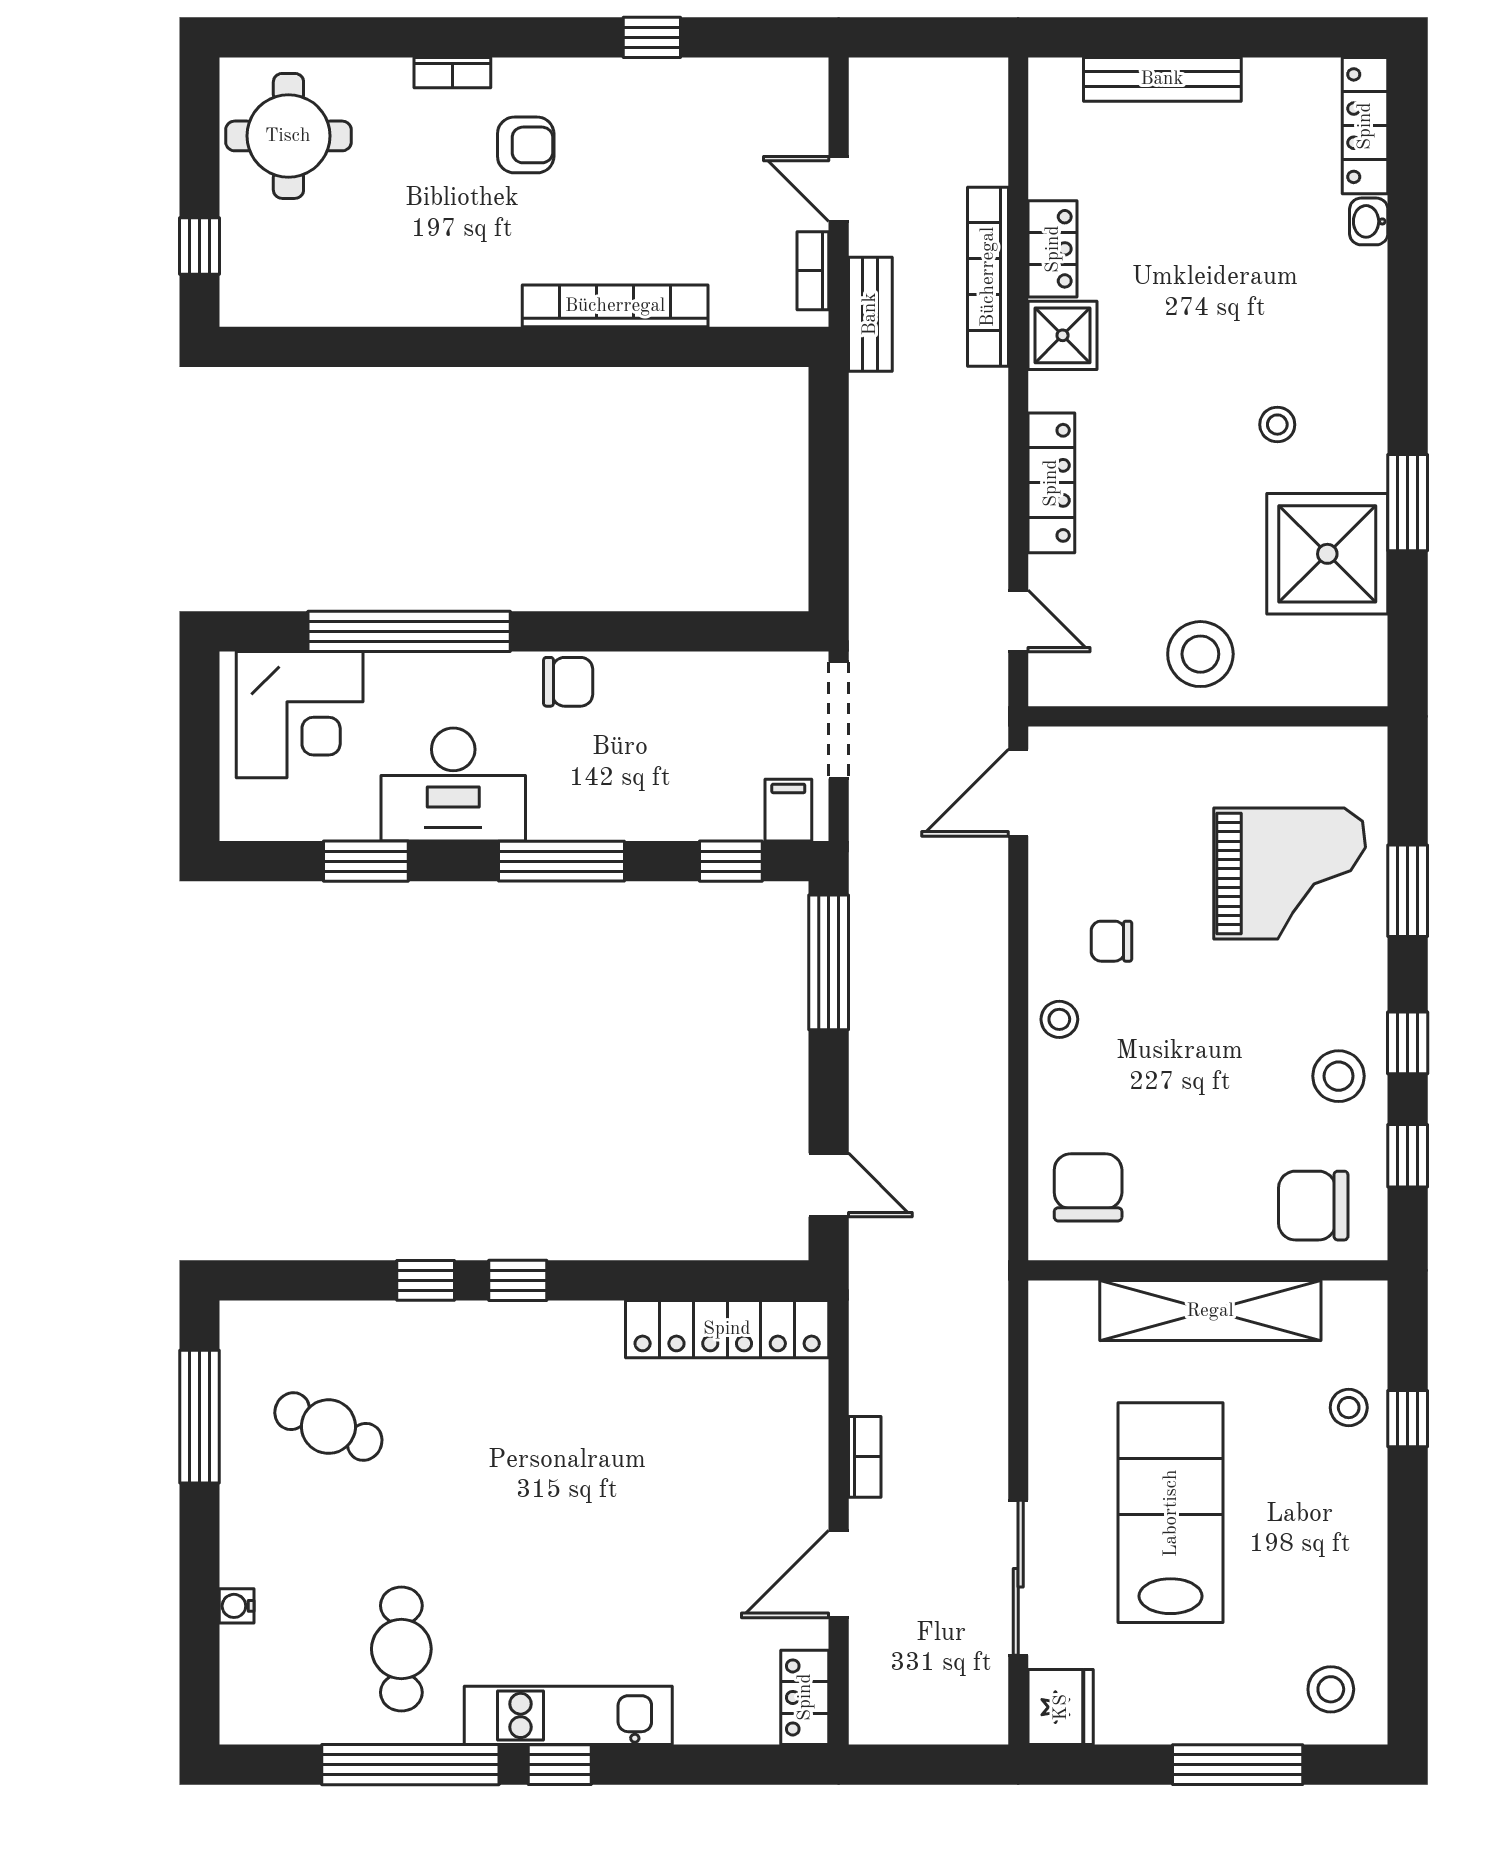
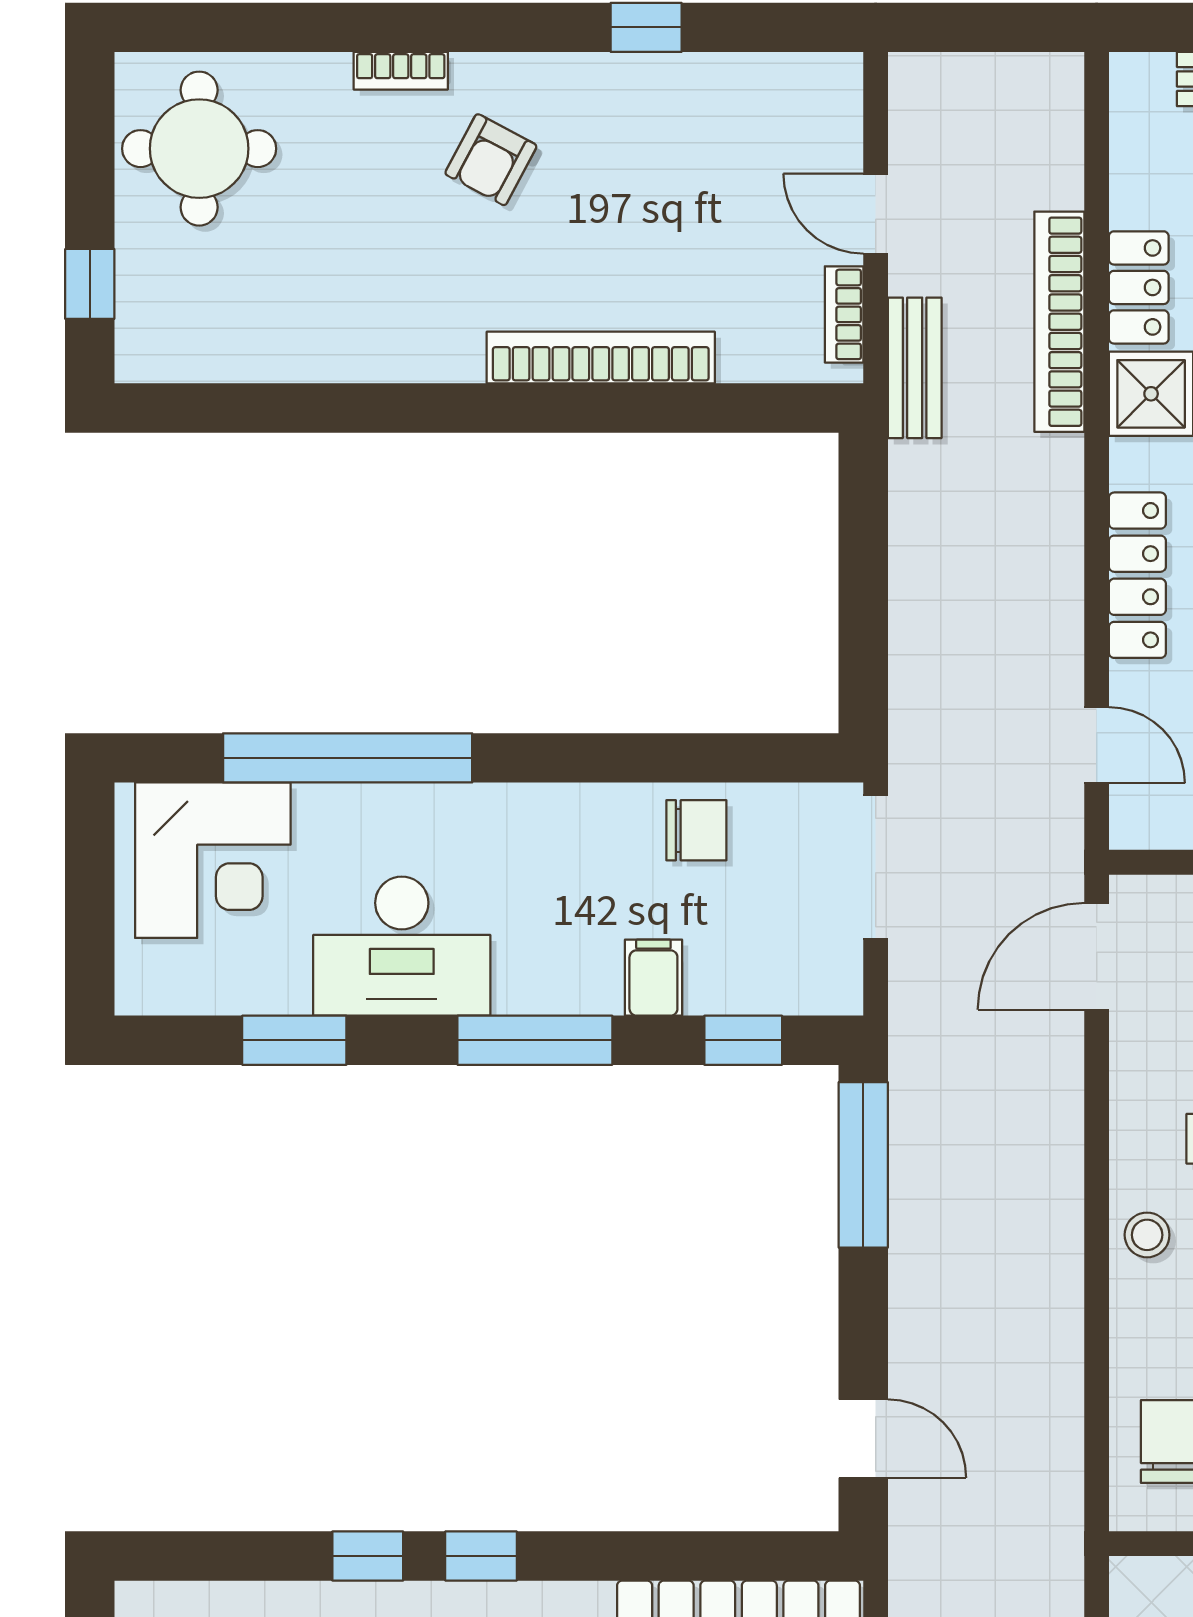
armchair: (526, 145) -> (491, 160), turned 118
chair: (568, 682) -> (696, 830), moved
filing cabinet: (788, 810) -> (653, 978), moved

